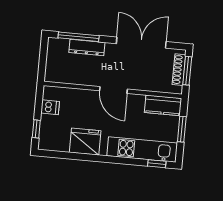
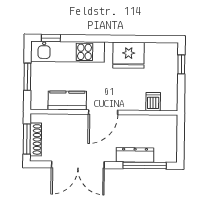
door: (113, 90) -> (103, 112), swing flipped
kitchen counter: (163, 105) -> (67, 100), moved
dishwasher: (50, 107) -> (153, 102), moved, turned 90

